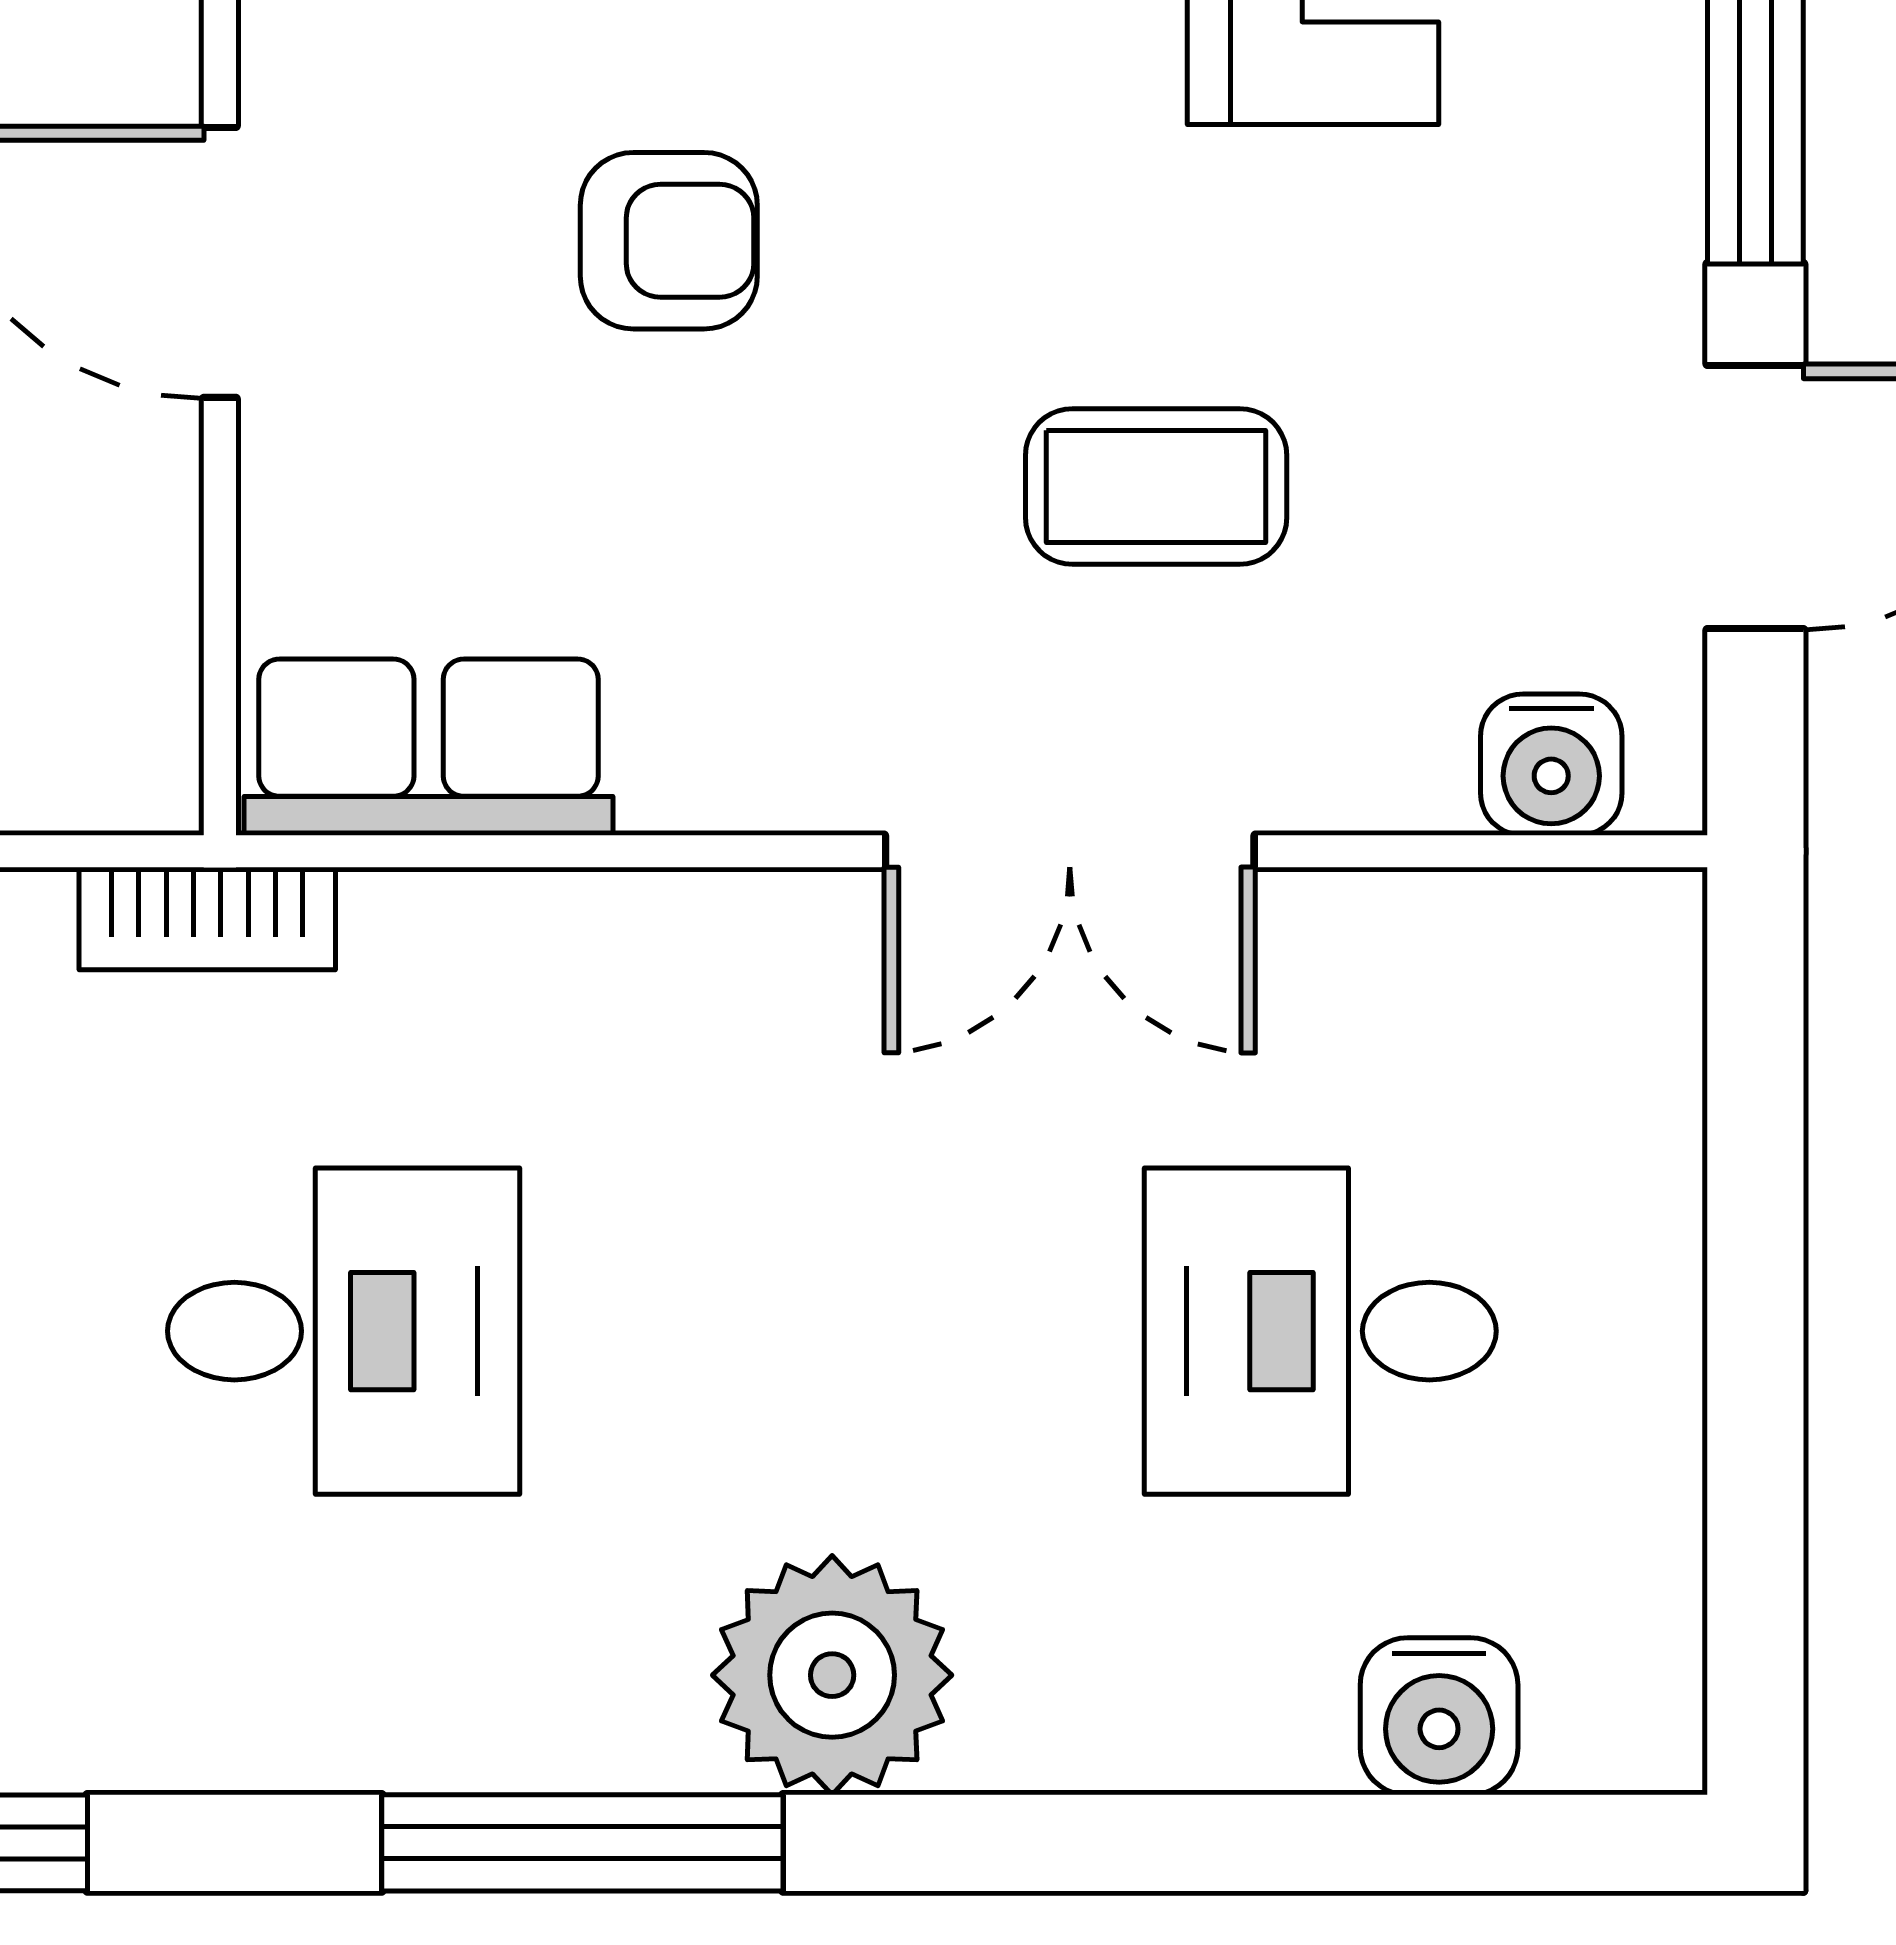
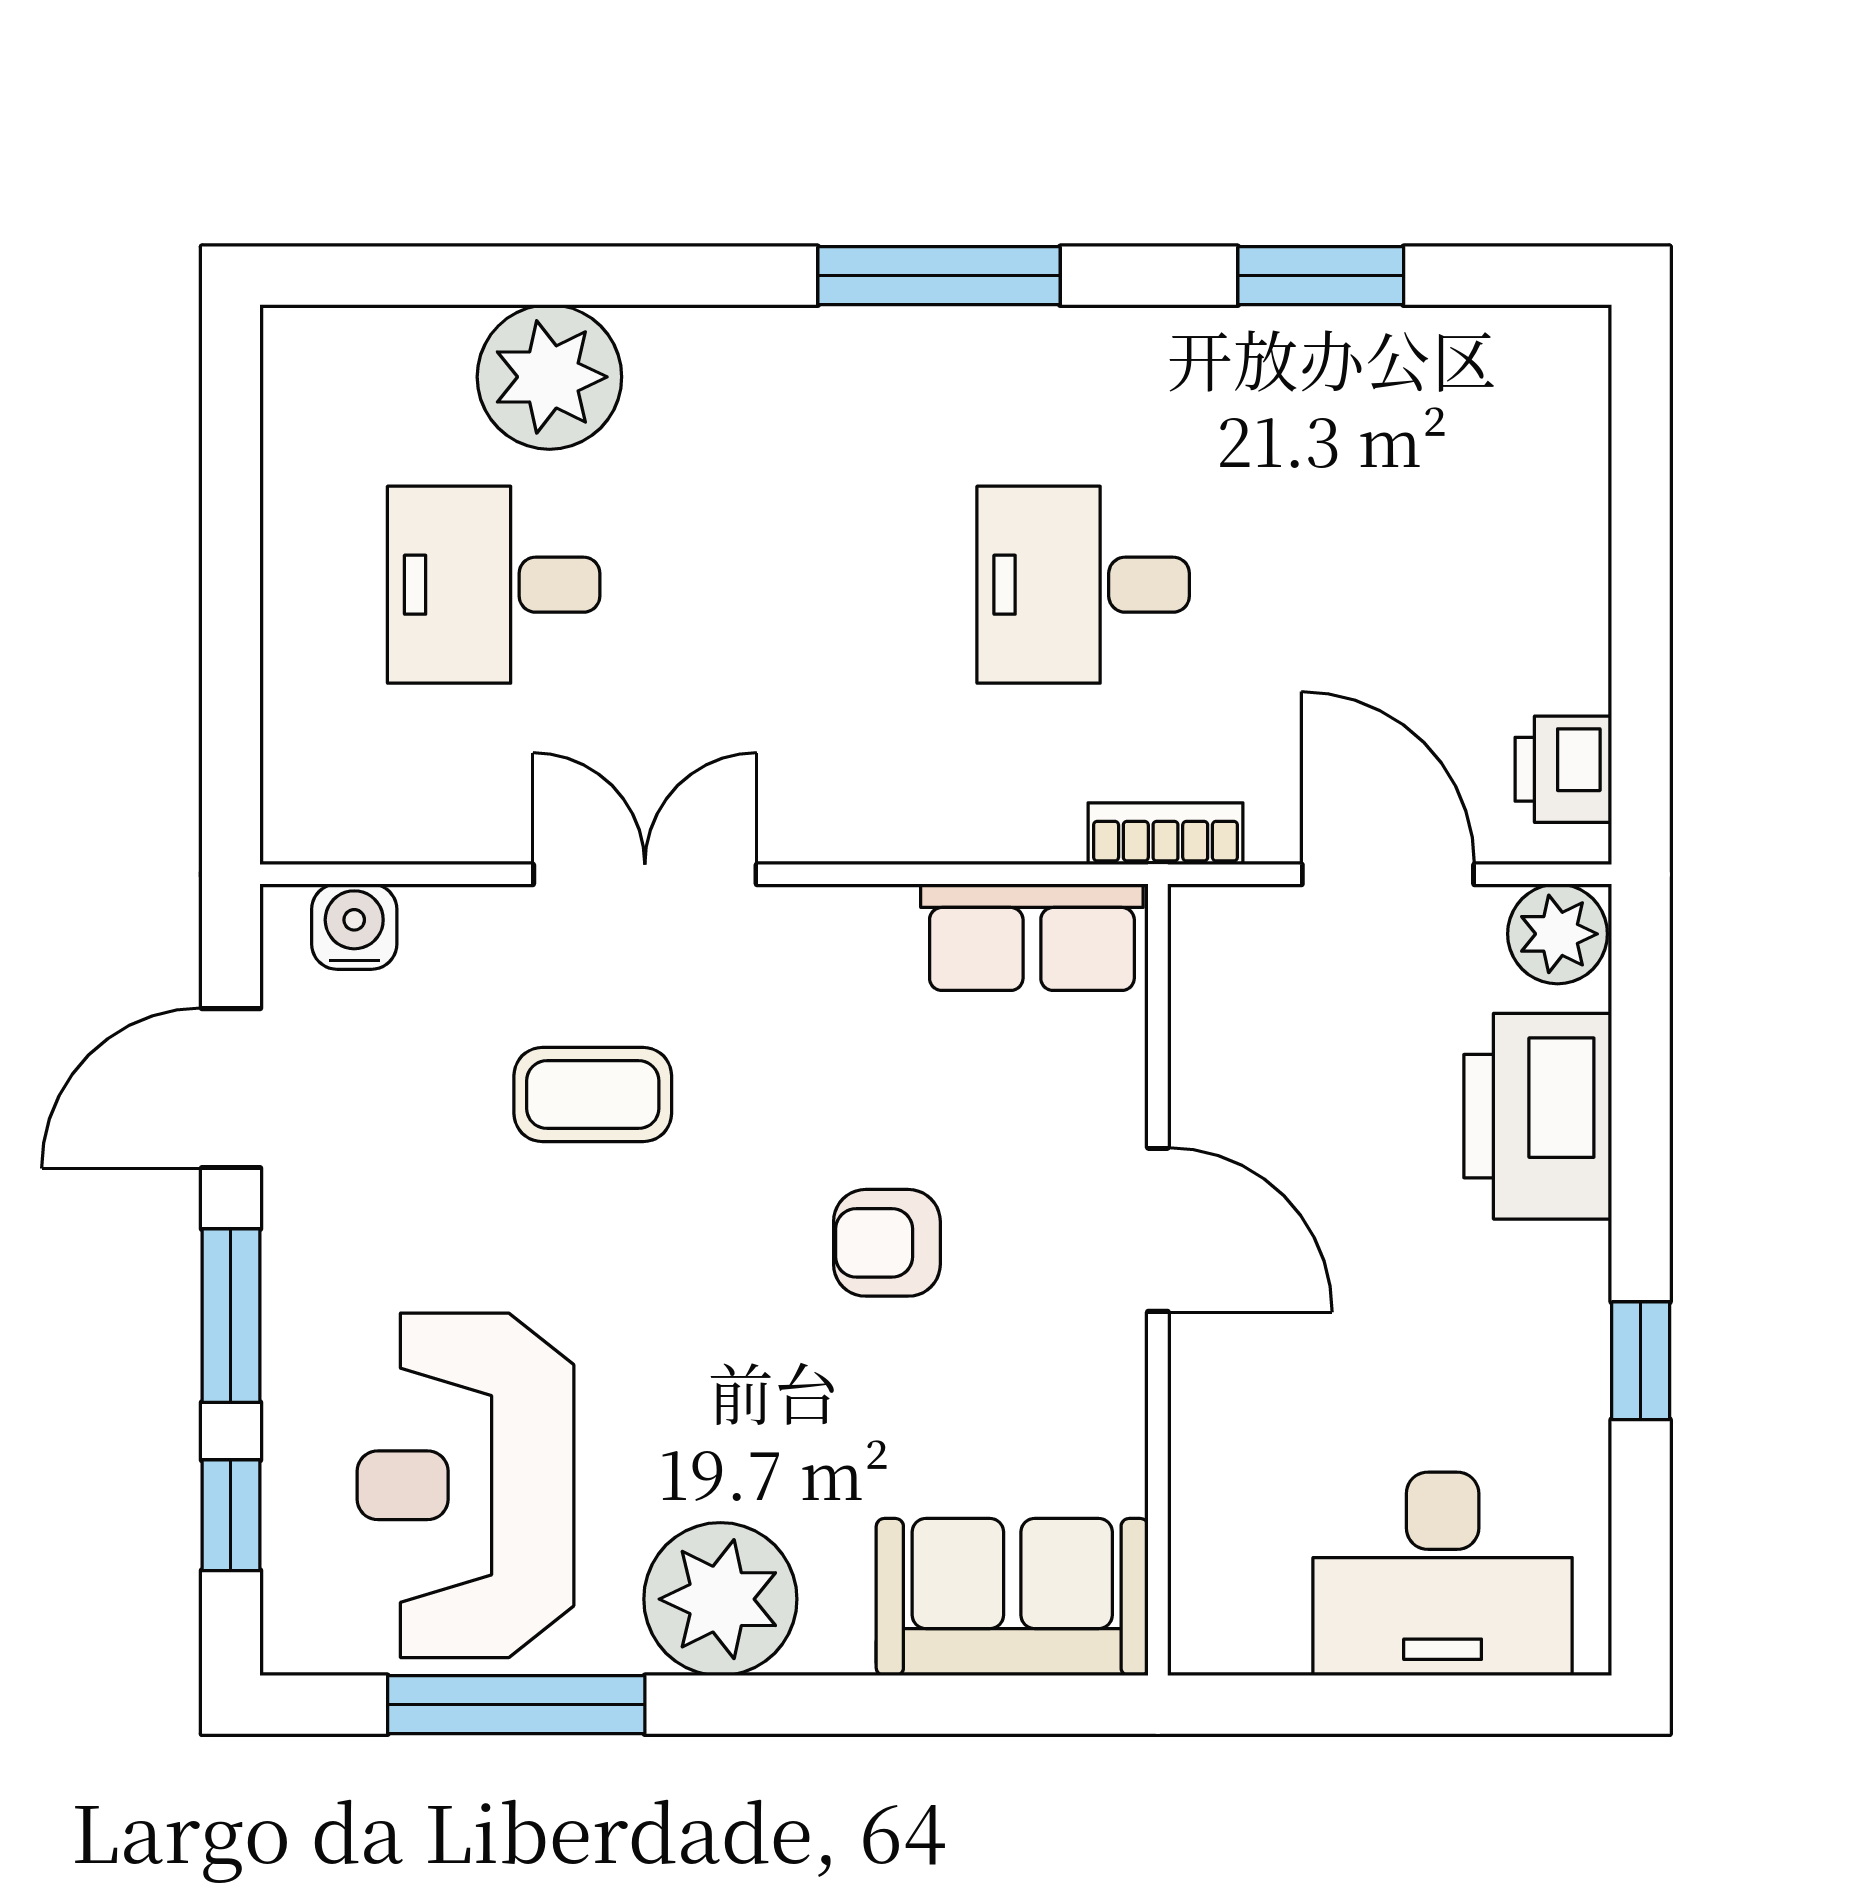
desk: (1320, 1331) -> (494, 585), turned 180
plant: (832, 1675) -> (549, 377), moved
water cooler: (1439, 1716) -> (422, 352), removed

